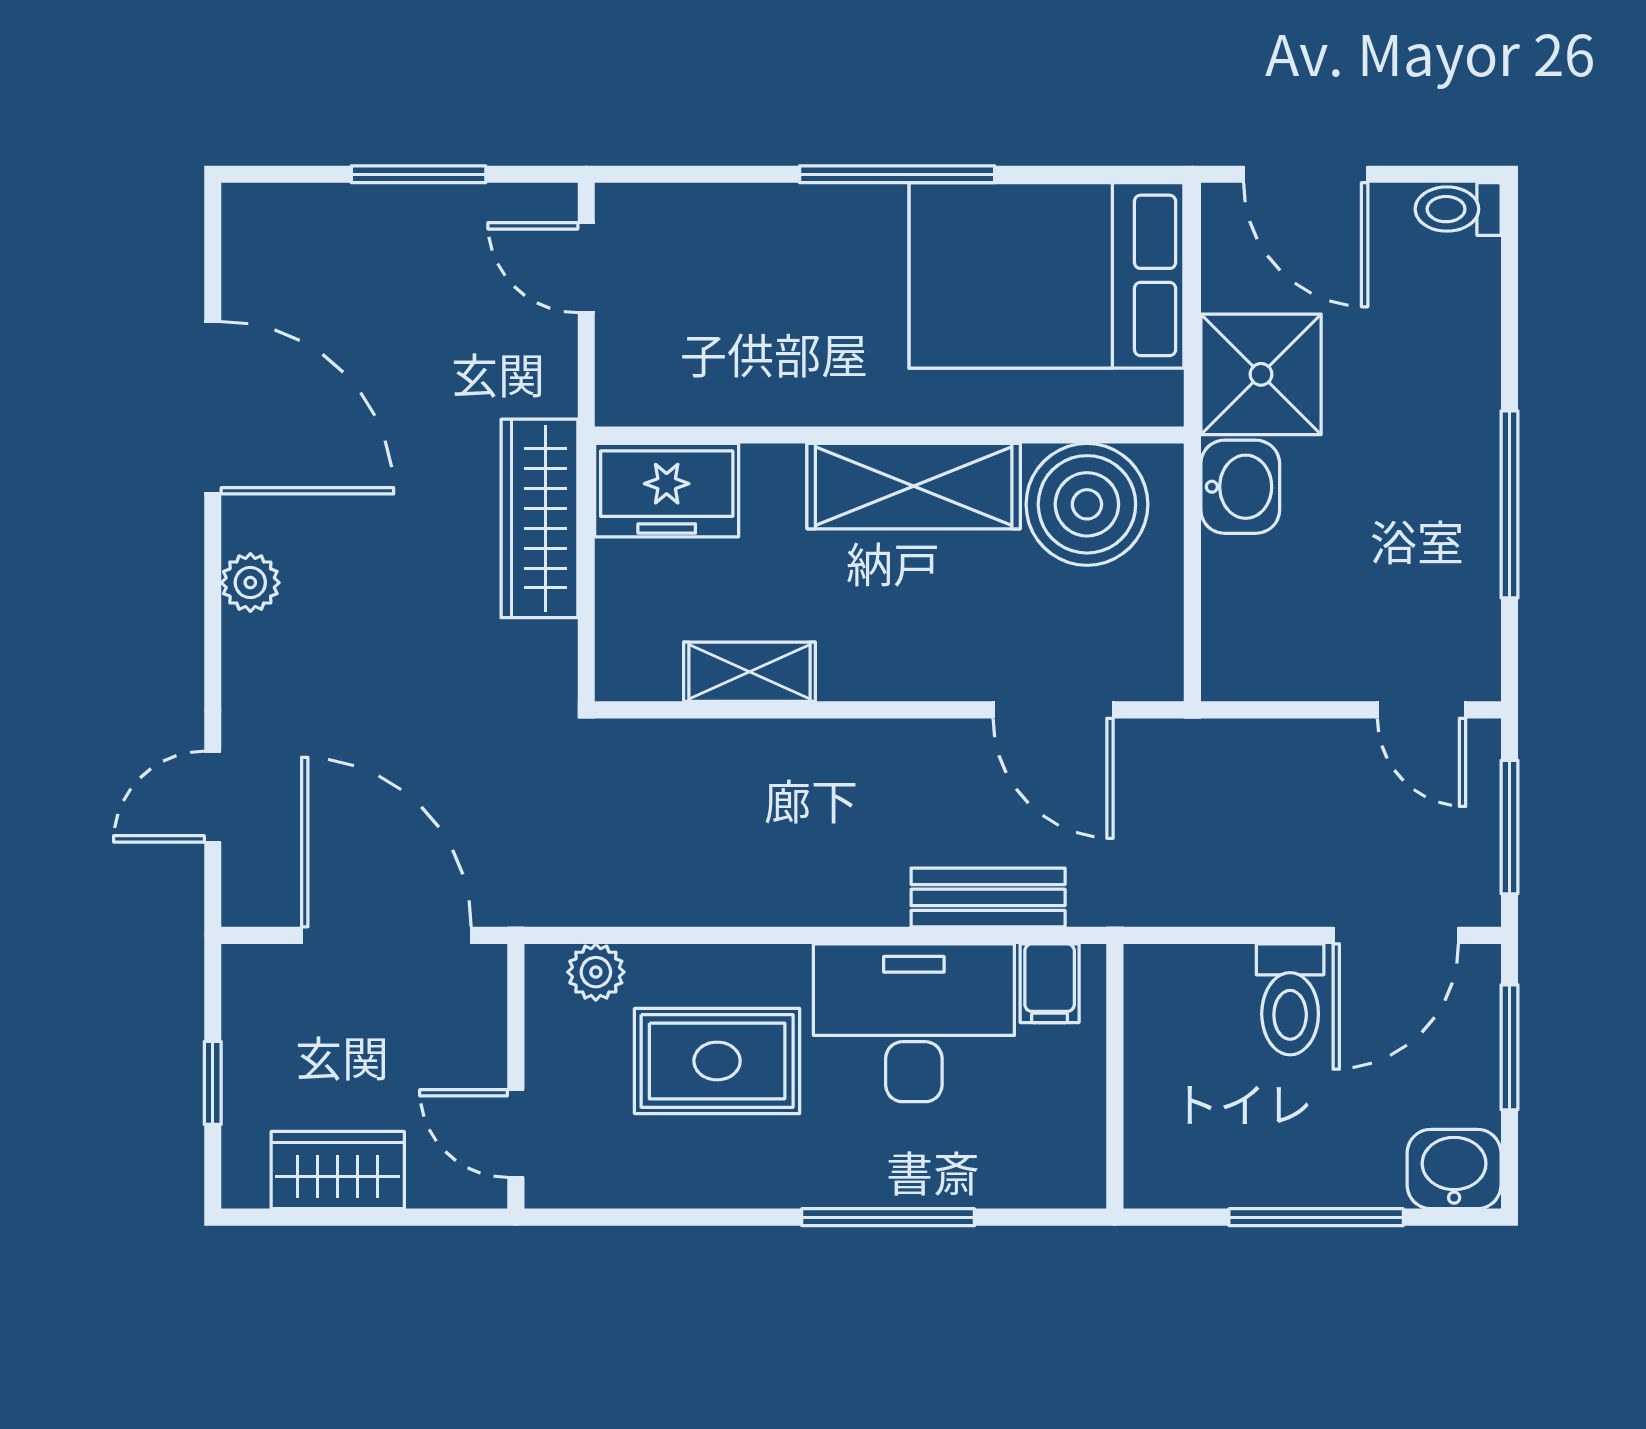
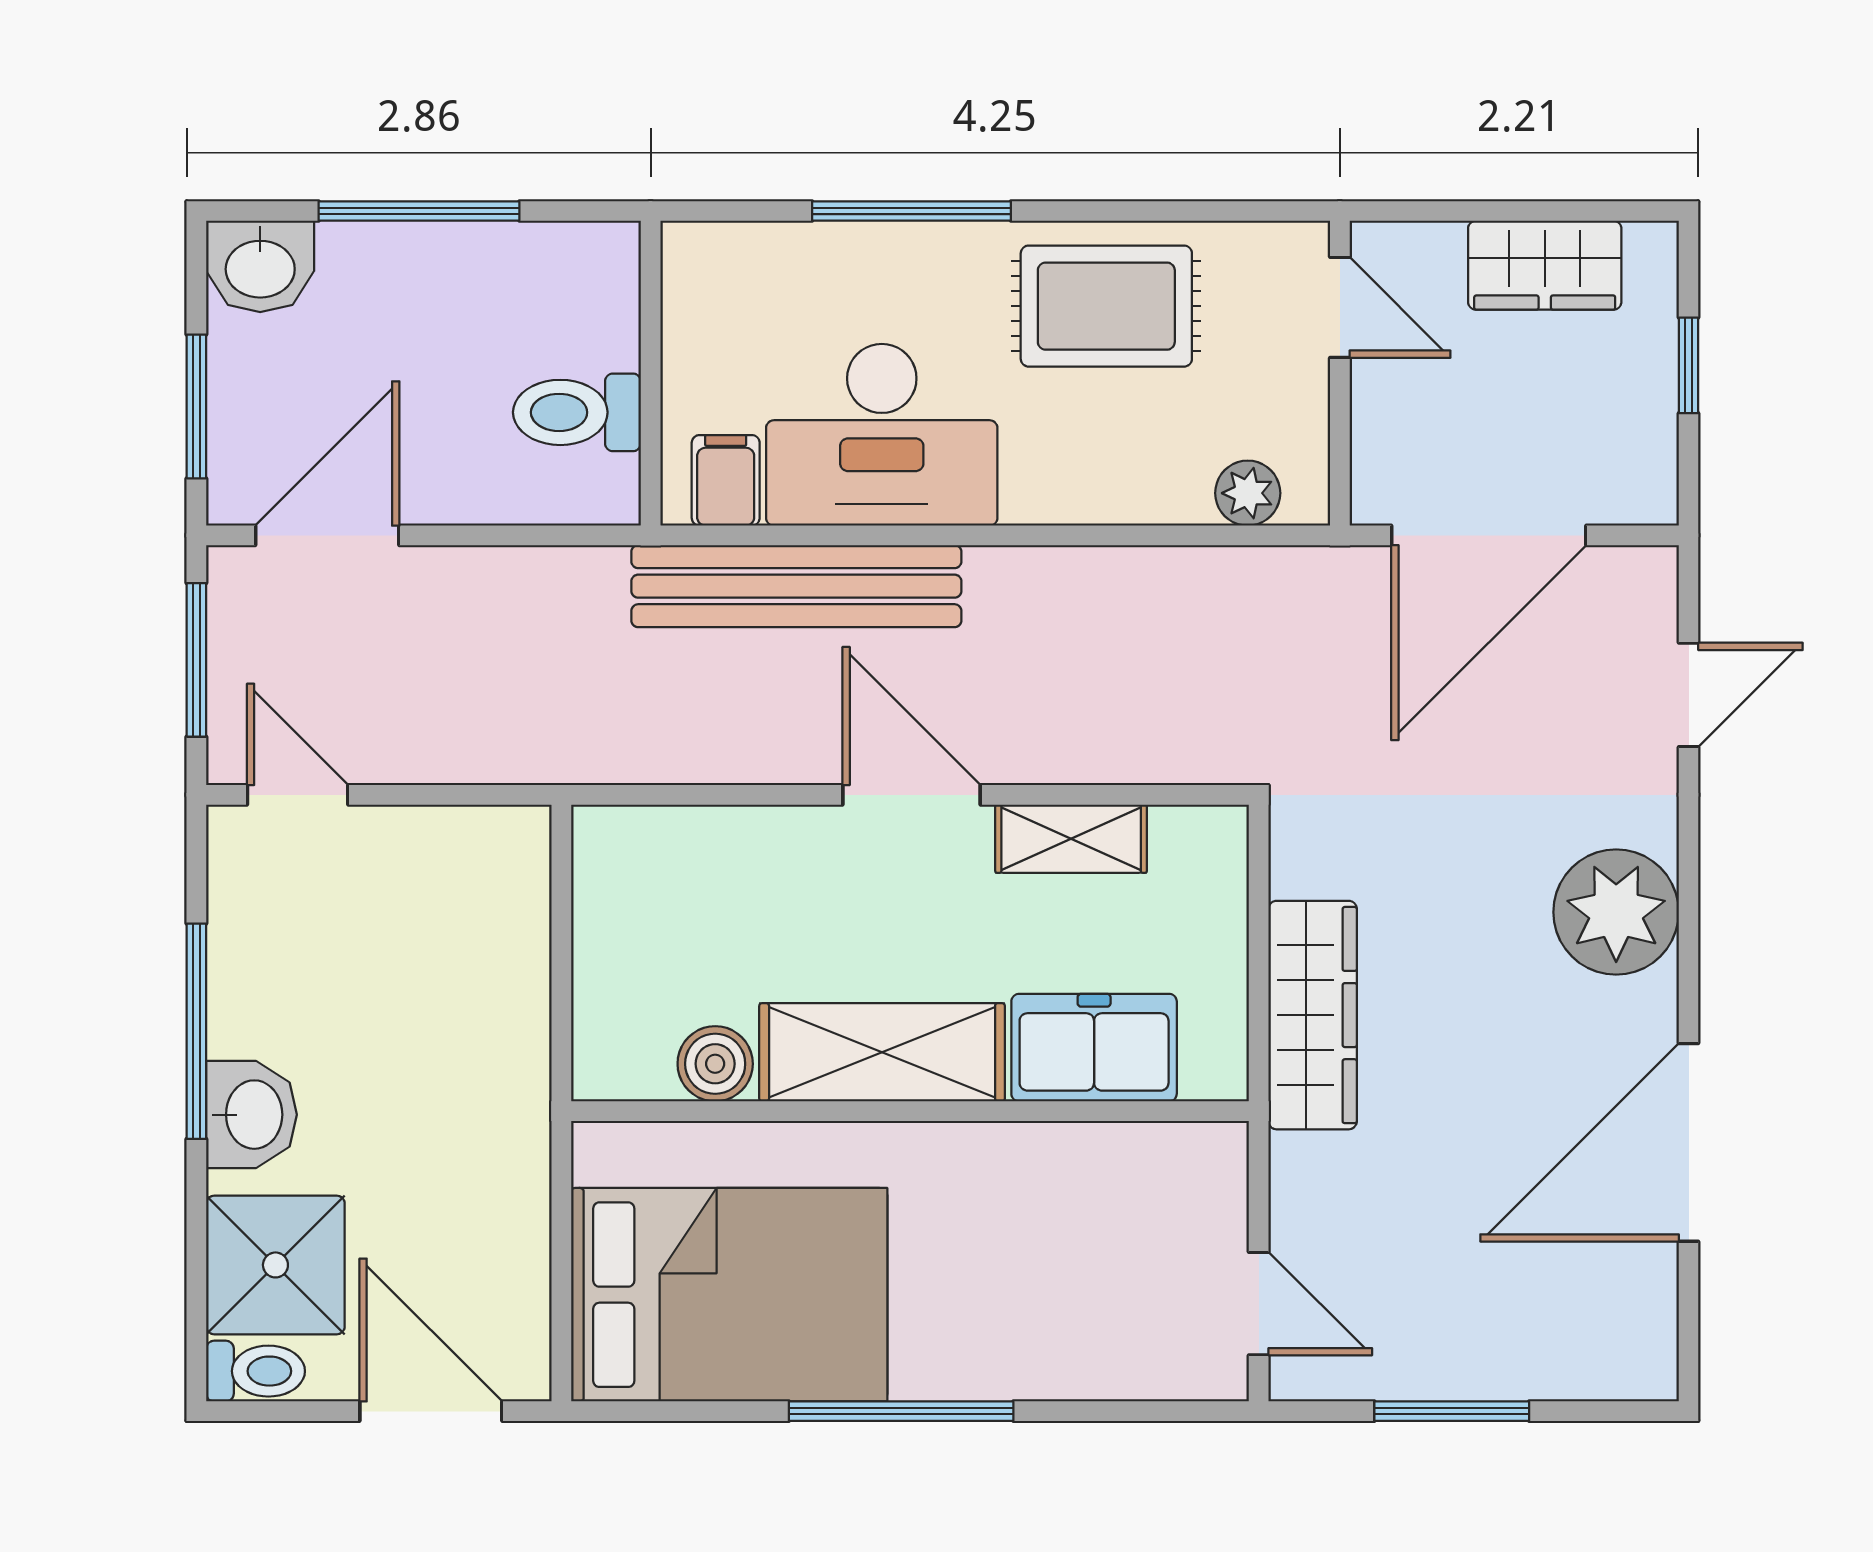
shower: (1261, 374) -> (275, 1265), moved
door: (213, 408) -> (1689, 1142), hinge flipped
washbasin: (1240, 487) -> (251, 1115), moved, turned 180
freezer: (667, 490) -> (1094, 1048), moved
boiler: (1087, 504) -> (715, 1064), width x0.54, depth x0.54
plant: (250, 583) -> (1616, 912), width x1.88, depth x1.88
door: (1053, 710) -> (912, 795), moved
bench: (988, 897) -> (796, 586), width x1.86, depth x1.21
door: (386, 935) -> (1489, 535), hinge flipped
toilet: (1290, 999) -> (577, 412), moved, turned -90
rug: (717, 1061) -> (1106, 306), moved

